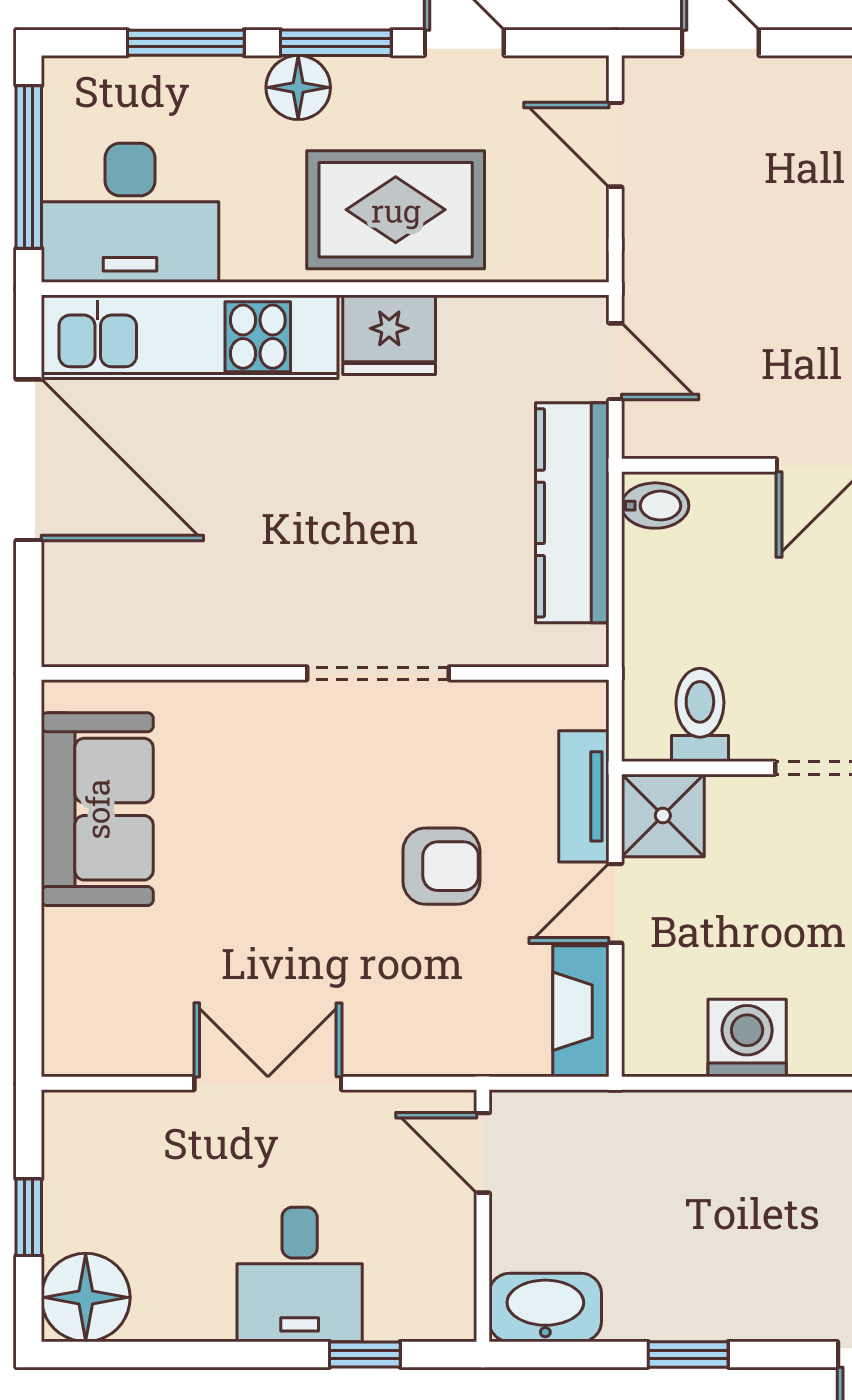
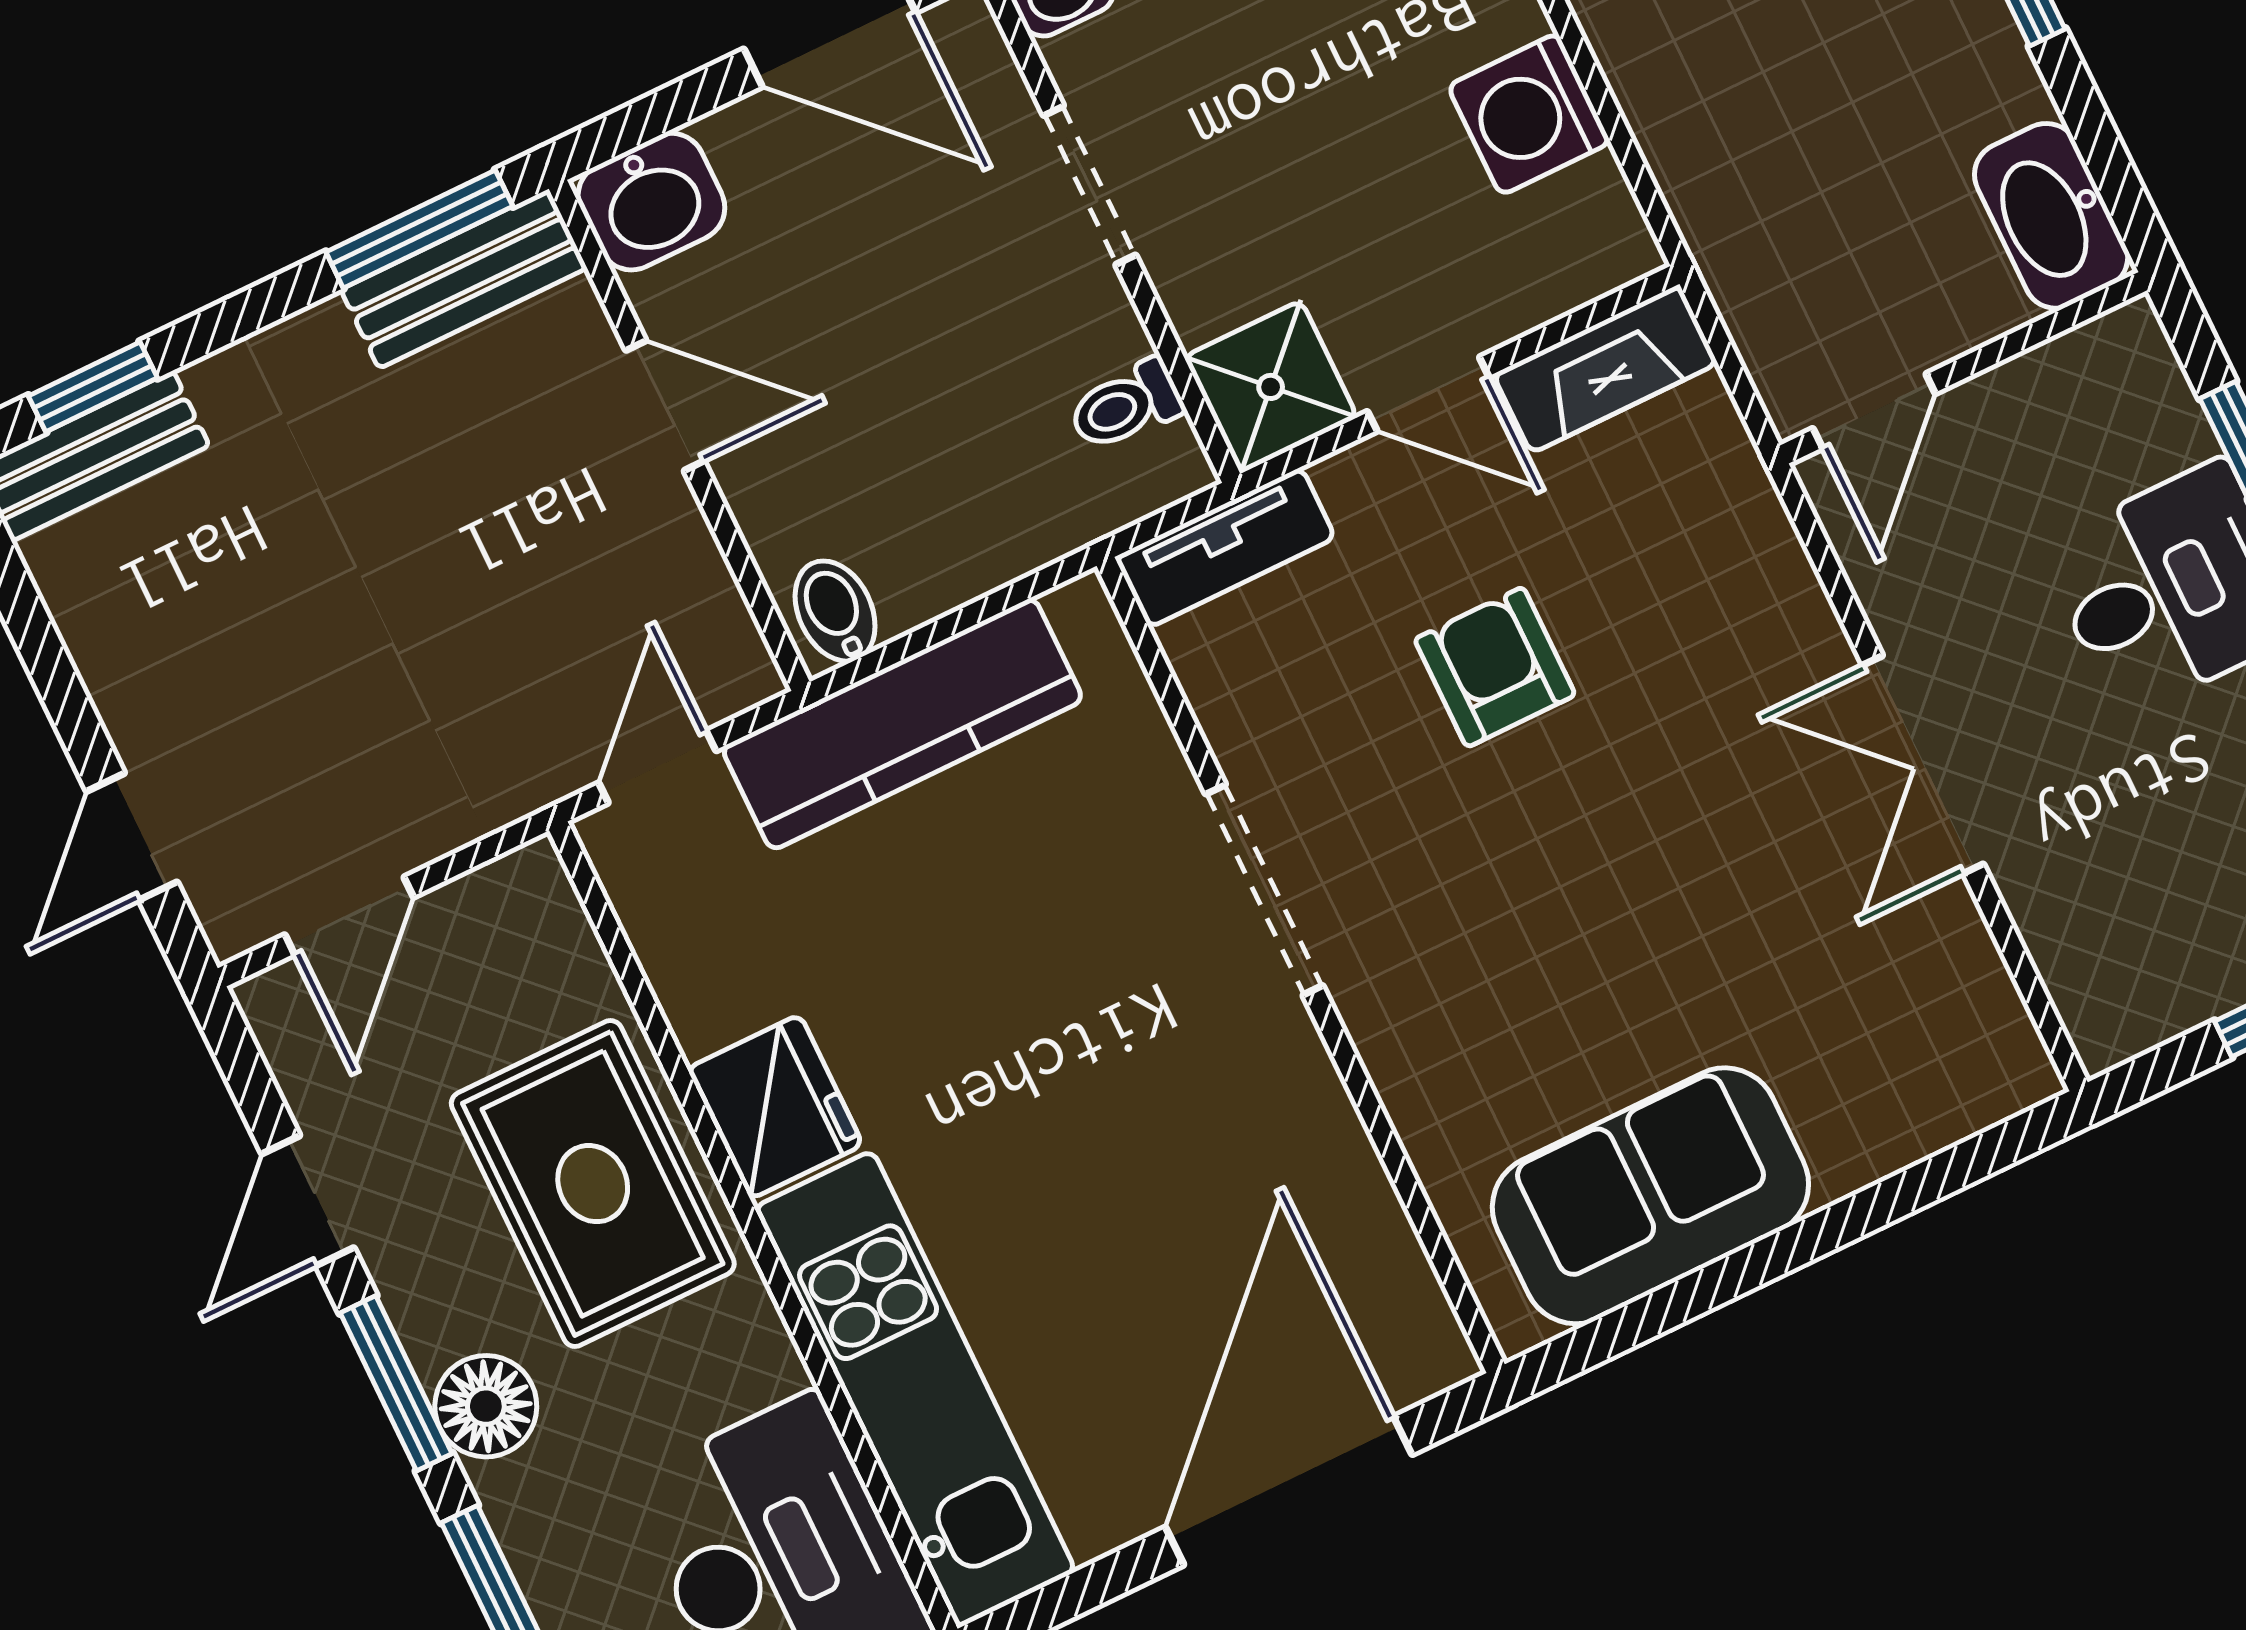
door: (29, 460) -> (1289, 1491), moved
toilet: (700, 715) -> (1126, 405), width x0.73, depth x0.72
tv unit: (584, 796) -> (1225, 548), moved

